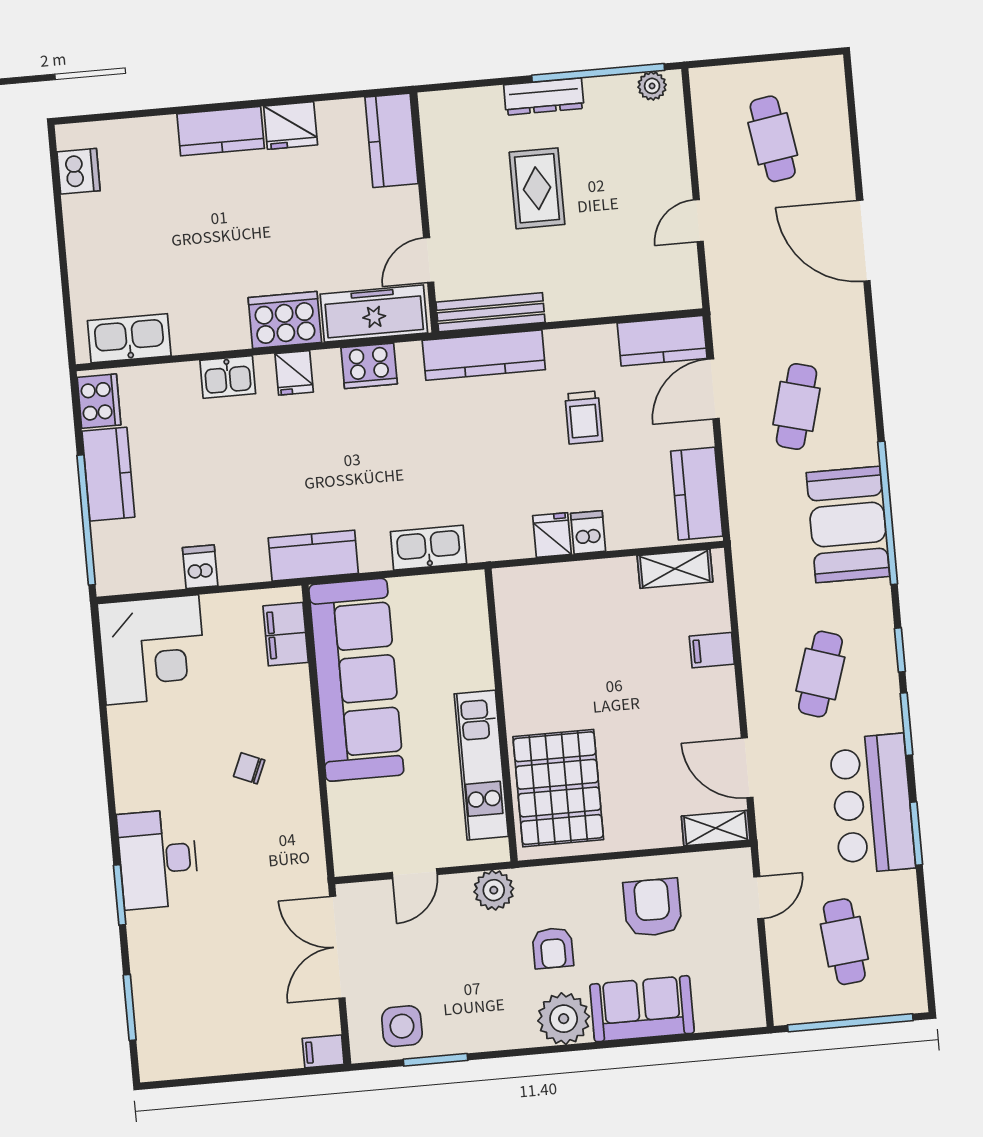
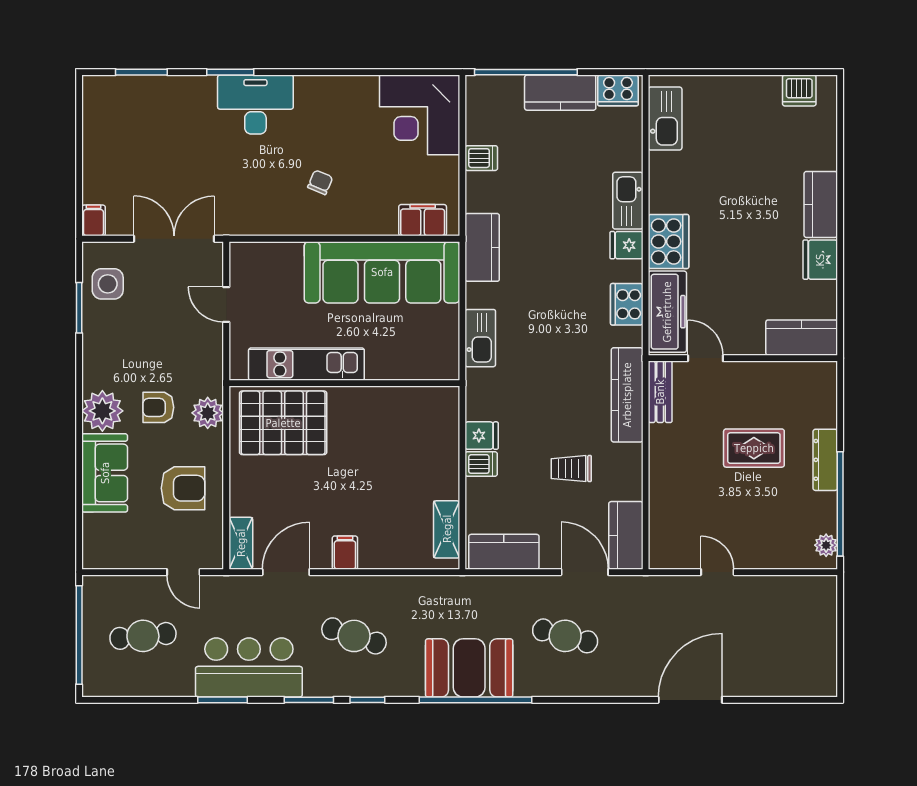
cafe table: (773, 139) -> (776, 636), removed
bench: (490, 312) -> (660, 392), width x0.73
kitchen sink: (228, 377) -> (628, 201), width x1.38
filing cabinet: (712, 650) -> (345, 553), moved
plant: (494, 890) -> (208, 413), moved

